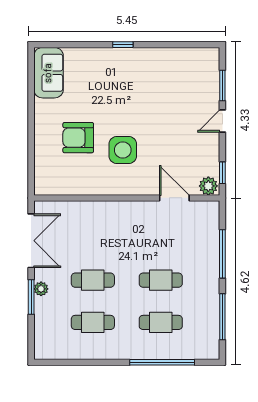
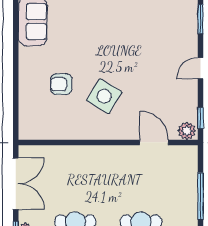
window: (222, 86) -> (200, 19), moved
armchair: (78, 138) -> (61, 84), width x0.72, depth x0.72
side table: (123, 150) -> (104, 96), turned 32

